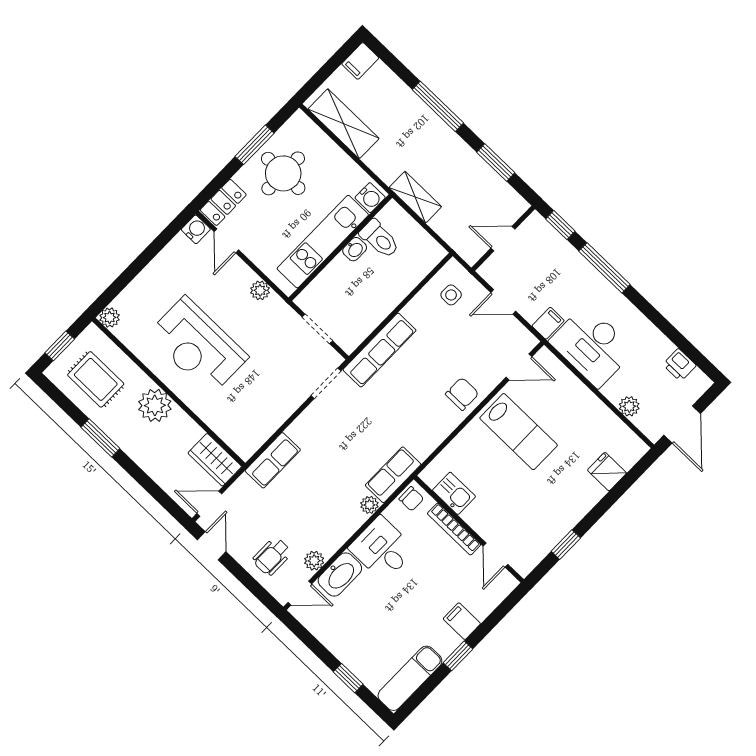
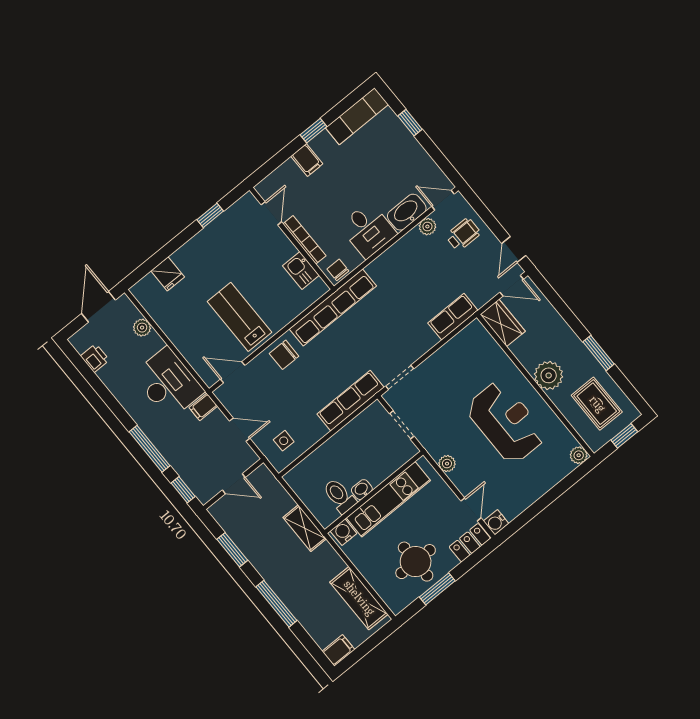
row of seats: (393, 475) -> (333, 307), width x2.02
plant: (369, 505) -> (374, 269), removed

